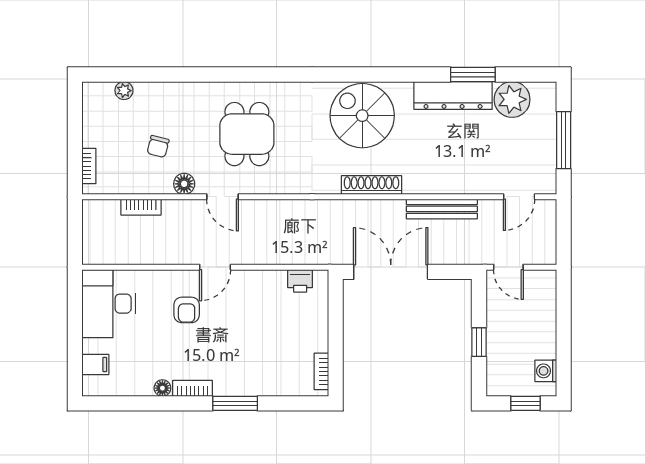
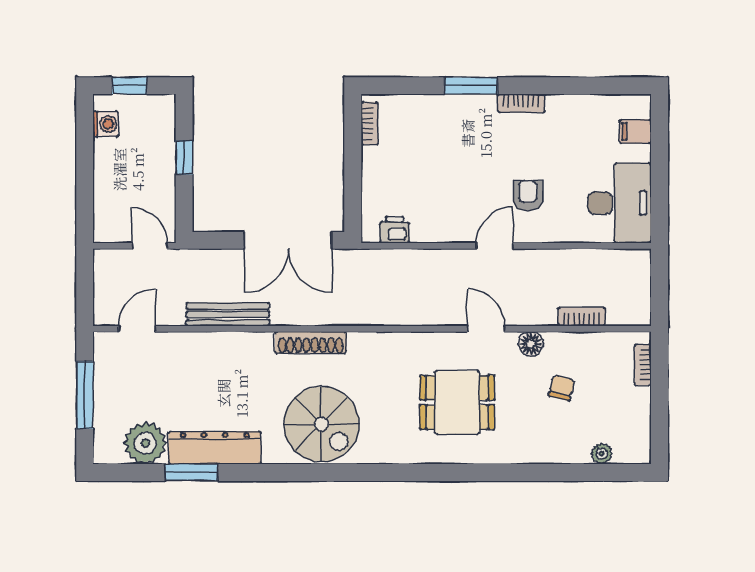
dining table: (247, 134) -> (457, 402), turned 90
floor lamp: (162, 388) -> (556, 104), removed

